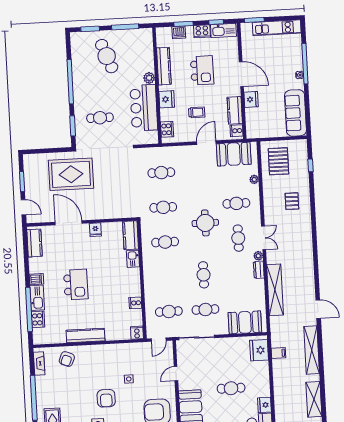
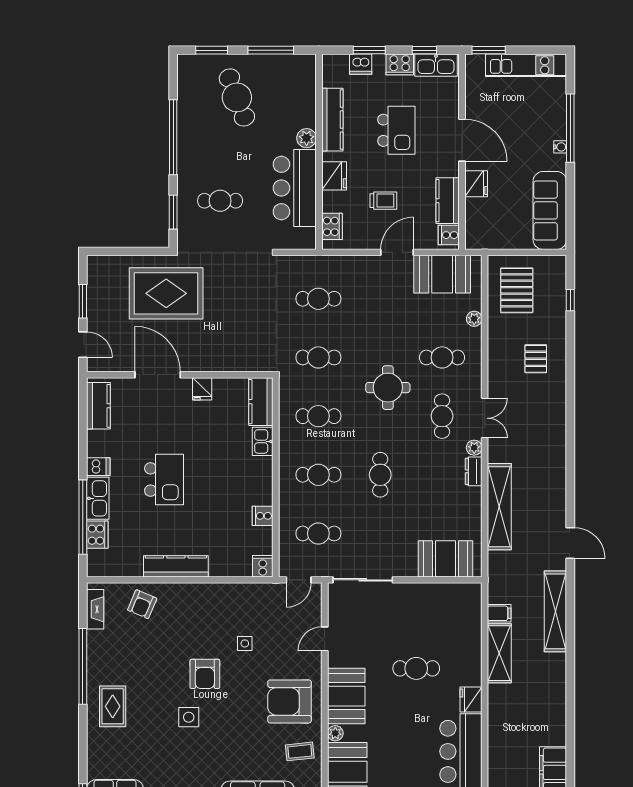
cafe table: (205, 310) -> (318, 475), moved
fridge: (259, 350) -> (467, 607), removed
shelving: (314, 399) -> (499, 653), moved

